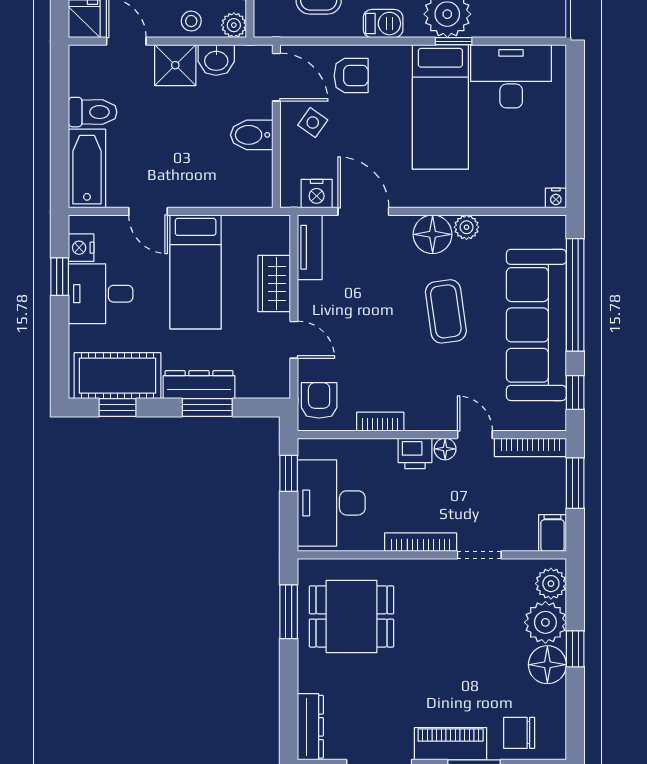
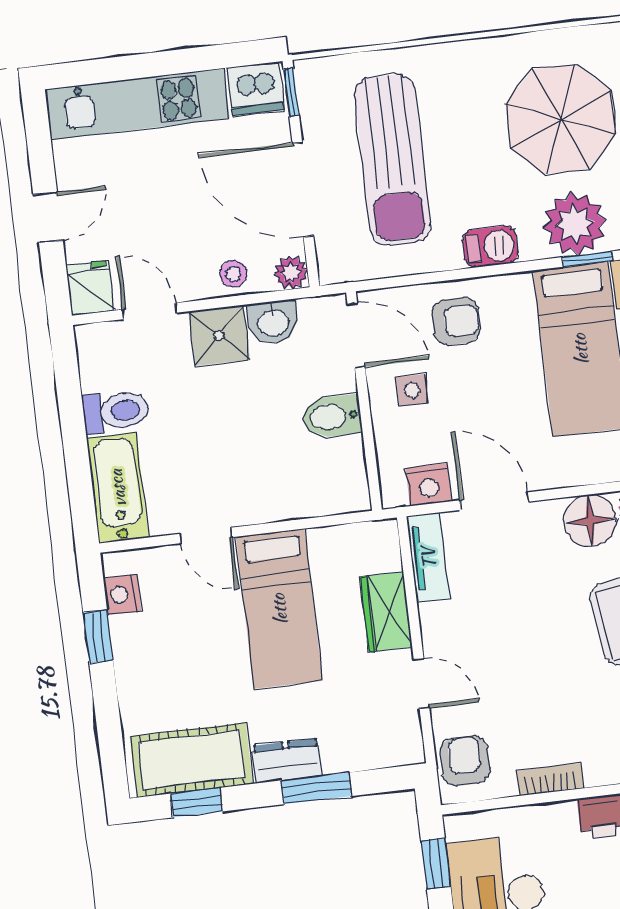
side table: (313, 122) -> (412, 390), turned -35
desk: (101, 294) -> (156, 653), removed
dresser: (199, 385) -> (287, 761), width x0.70

